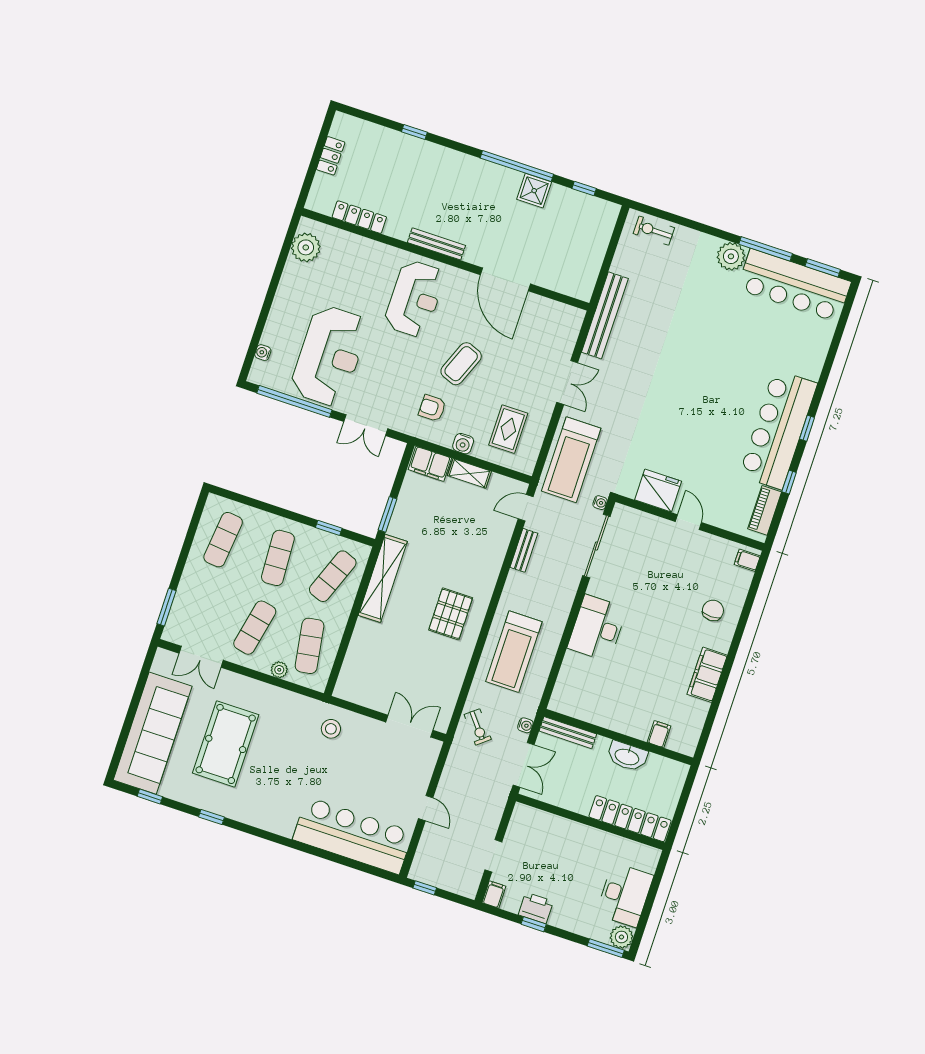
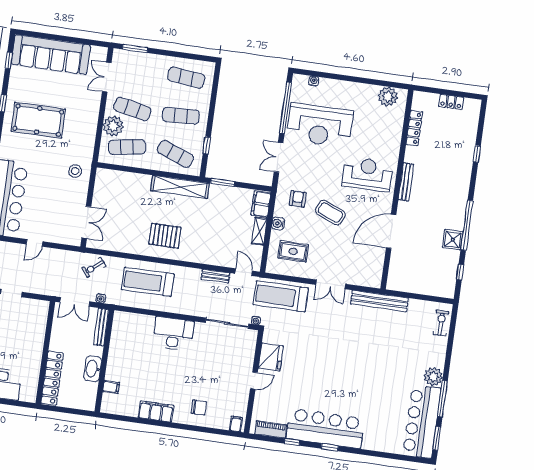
reception desk: (415, 299) -> (367, 174), turned 180
plant: (279, 670) -> (113, 126), width x1.87, depth x1.87
pool table: (226, 744) -> (38, 120), moved

